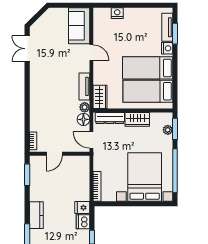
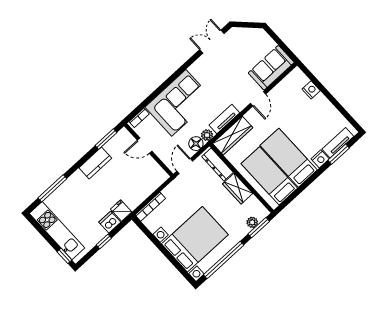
wardrobe: (100, 97) -> (233, 136), width x1.50
corner sofa: (47, 106) -> (179, 103), added
kitchen counter: (36, 215) -> (95, 163), moved

